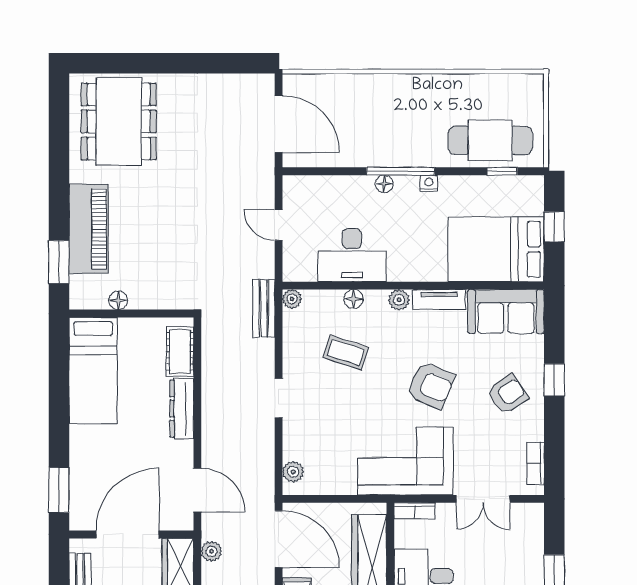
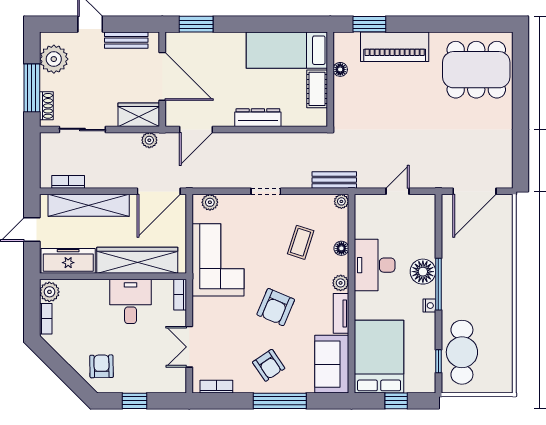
floor lamp: (384, 184) -> (423, 272), width x1.89, depth x1.89
desk: (352, 255) -> (375, 265), moved
cot: (180, 352) -> (317, 89), moved, turned 90
window: (554, 380) -> (280, 401), width x2.17
corner sofa: (405, 461) -> (218, 260), moved

